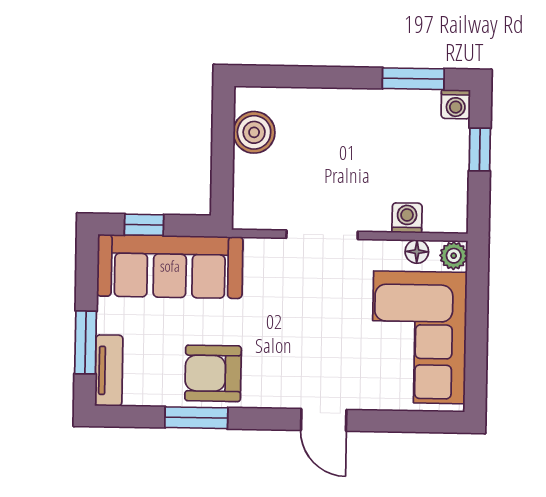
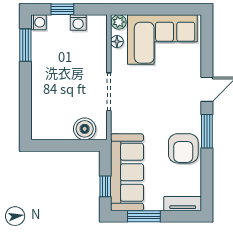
boiler: (254, 132) -> (85, 129), moved
washing machine: (407, 218) -> (78, 23), moved, turned -90
window: (86, 342) -> (144, 216), moved
window: (196, 418) -> (207, 131), moved

